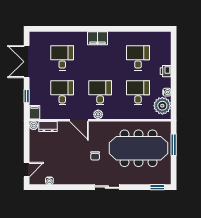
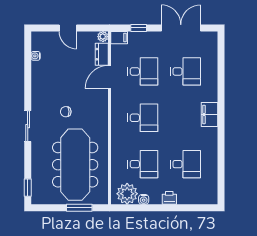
plant: (98, 114) -> (116, 115), removed
door: (79, 120) -> (109, 77), moved
door: (27, 170) -> (68, 28), moved

